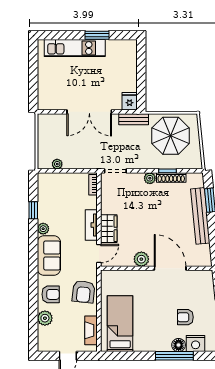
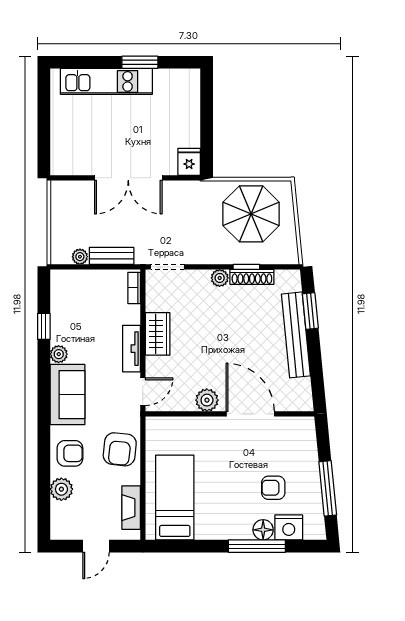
bench: (134, 119) -> (112, 256), moved
wardrobe: (109, 229) -> (158, 334), moved

